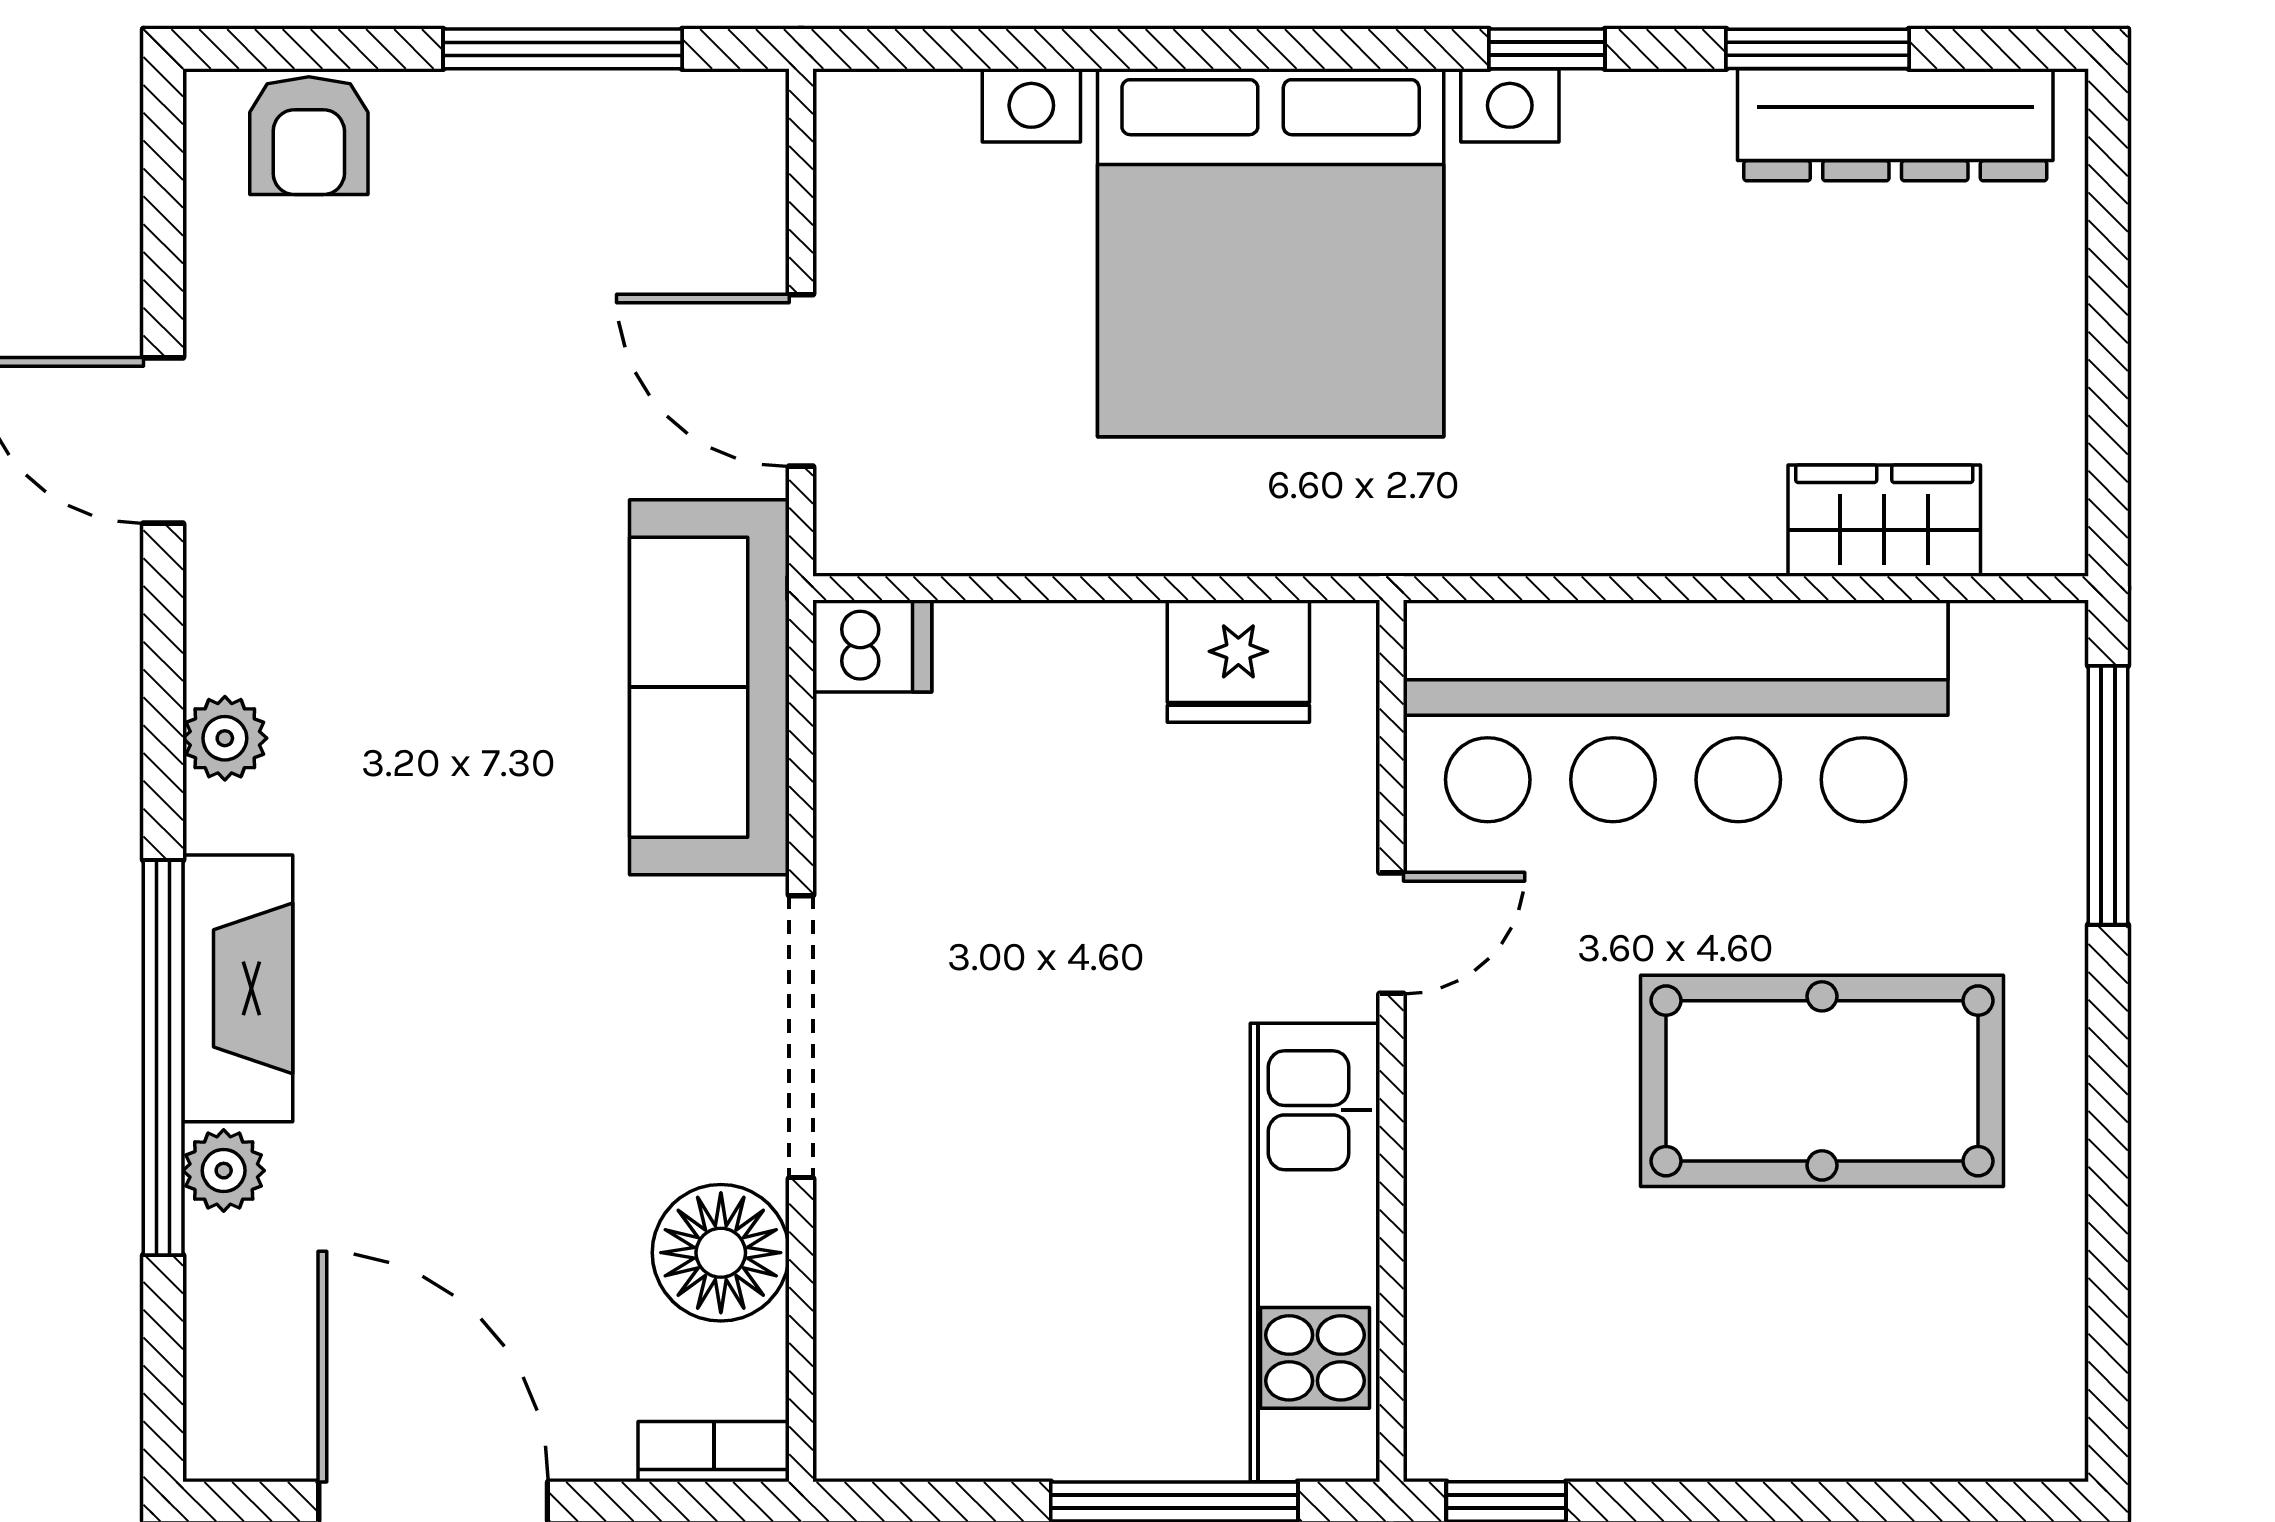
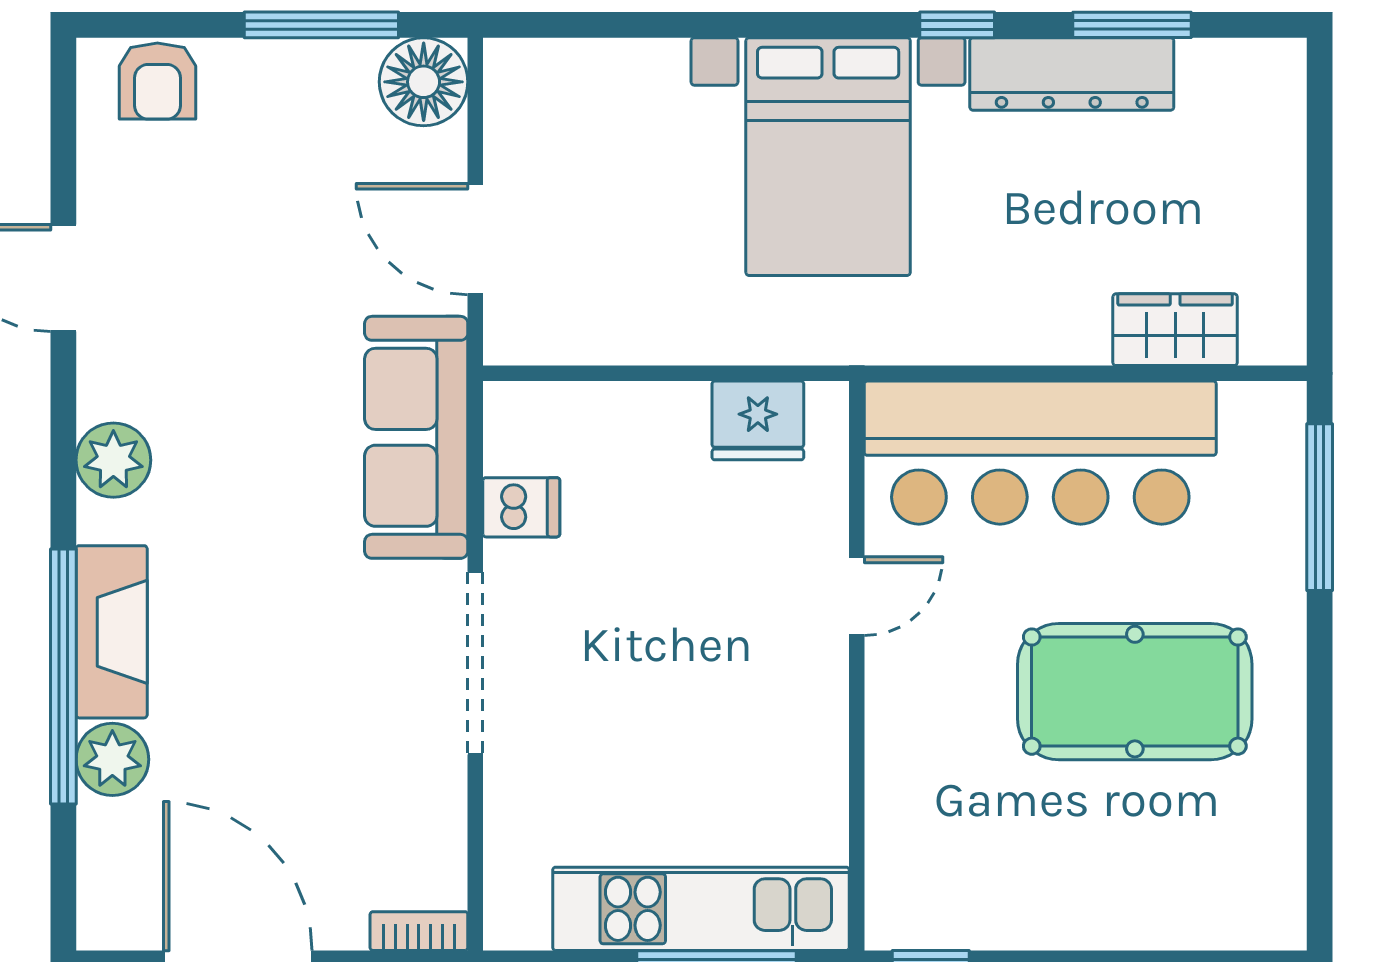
dresser: (1895, 125) -> (1072, 74), moved
bed with nightstands: (1271, 253) -> (828, 157), width x0.73
dishwasher: (872, 646) -> (521, 507), moved
plant: (225, 738) -> (113, 460), width x1.38, depth x1.38
plant: (224, 1171) -> (112, 759), width x1.38, depth x1.38
kitchen unit: (1315, 1252) -> (701, 909), moved, turned 90
floor lamp: (721, 1253) -> (424, 82), moved

